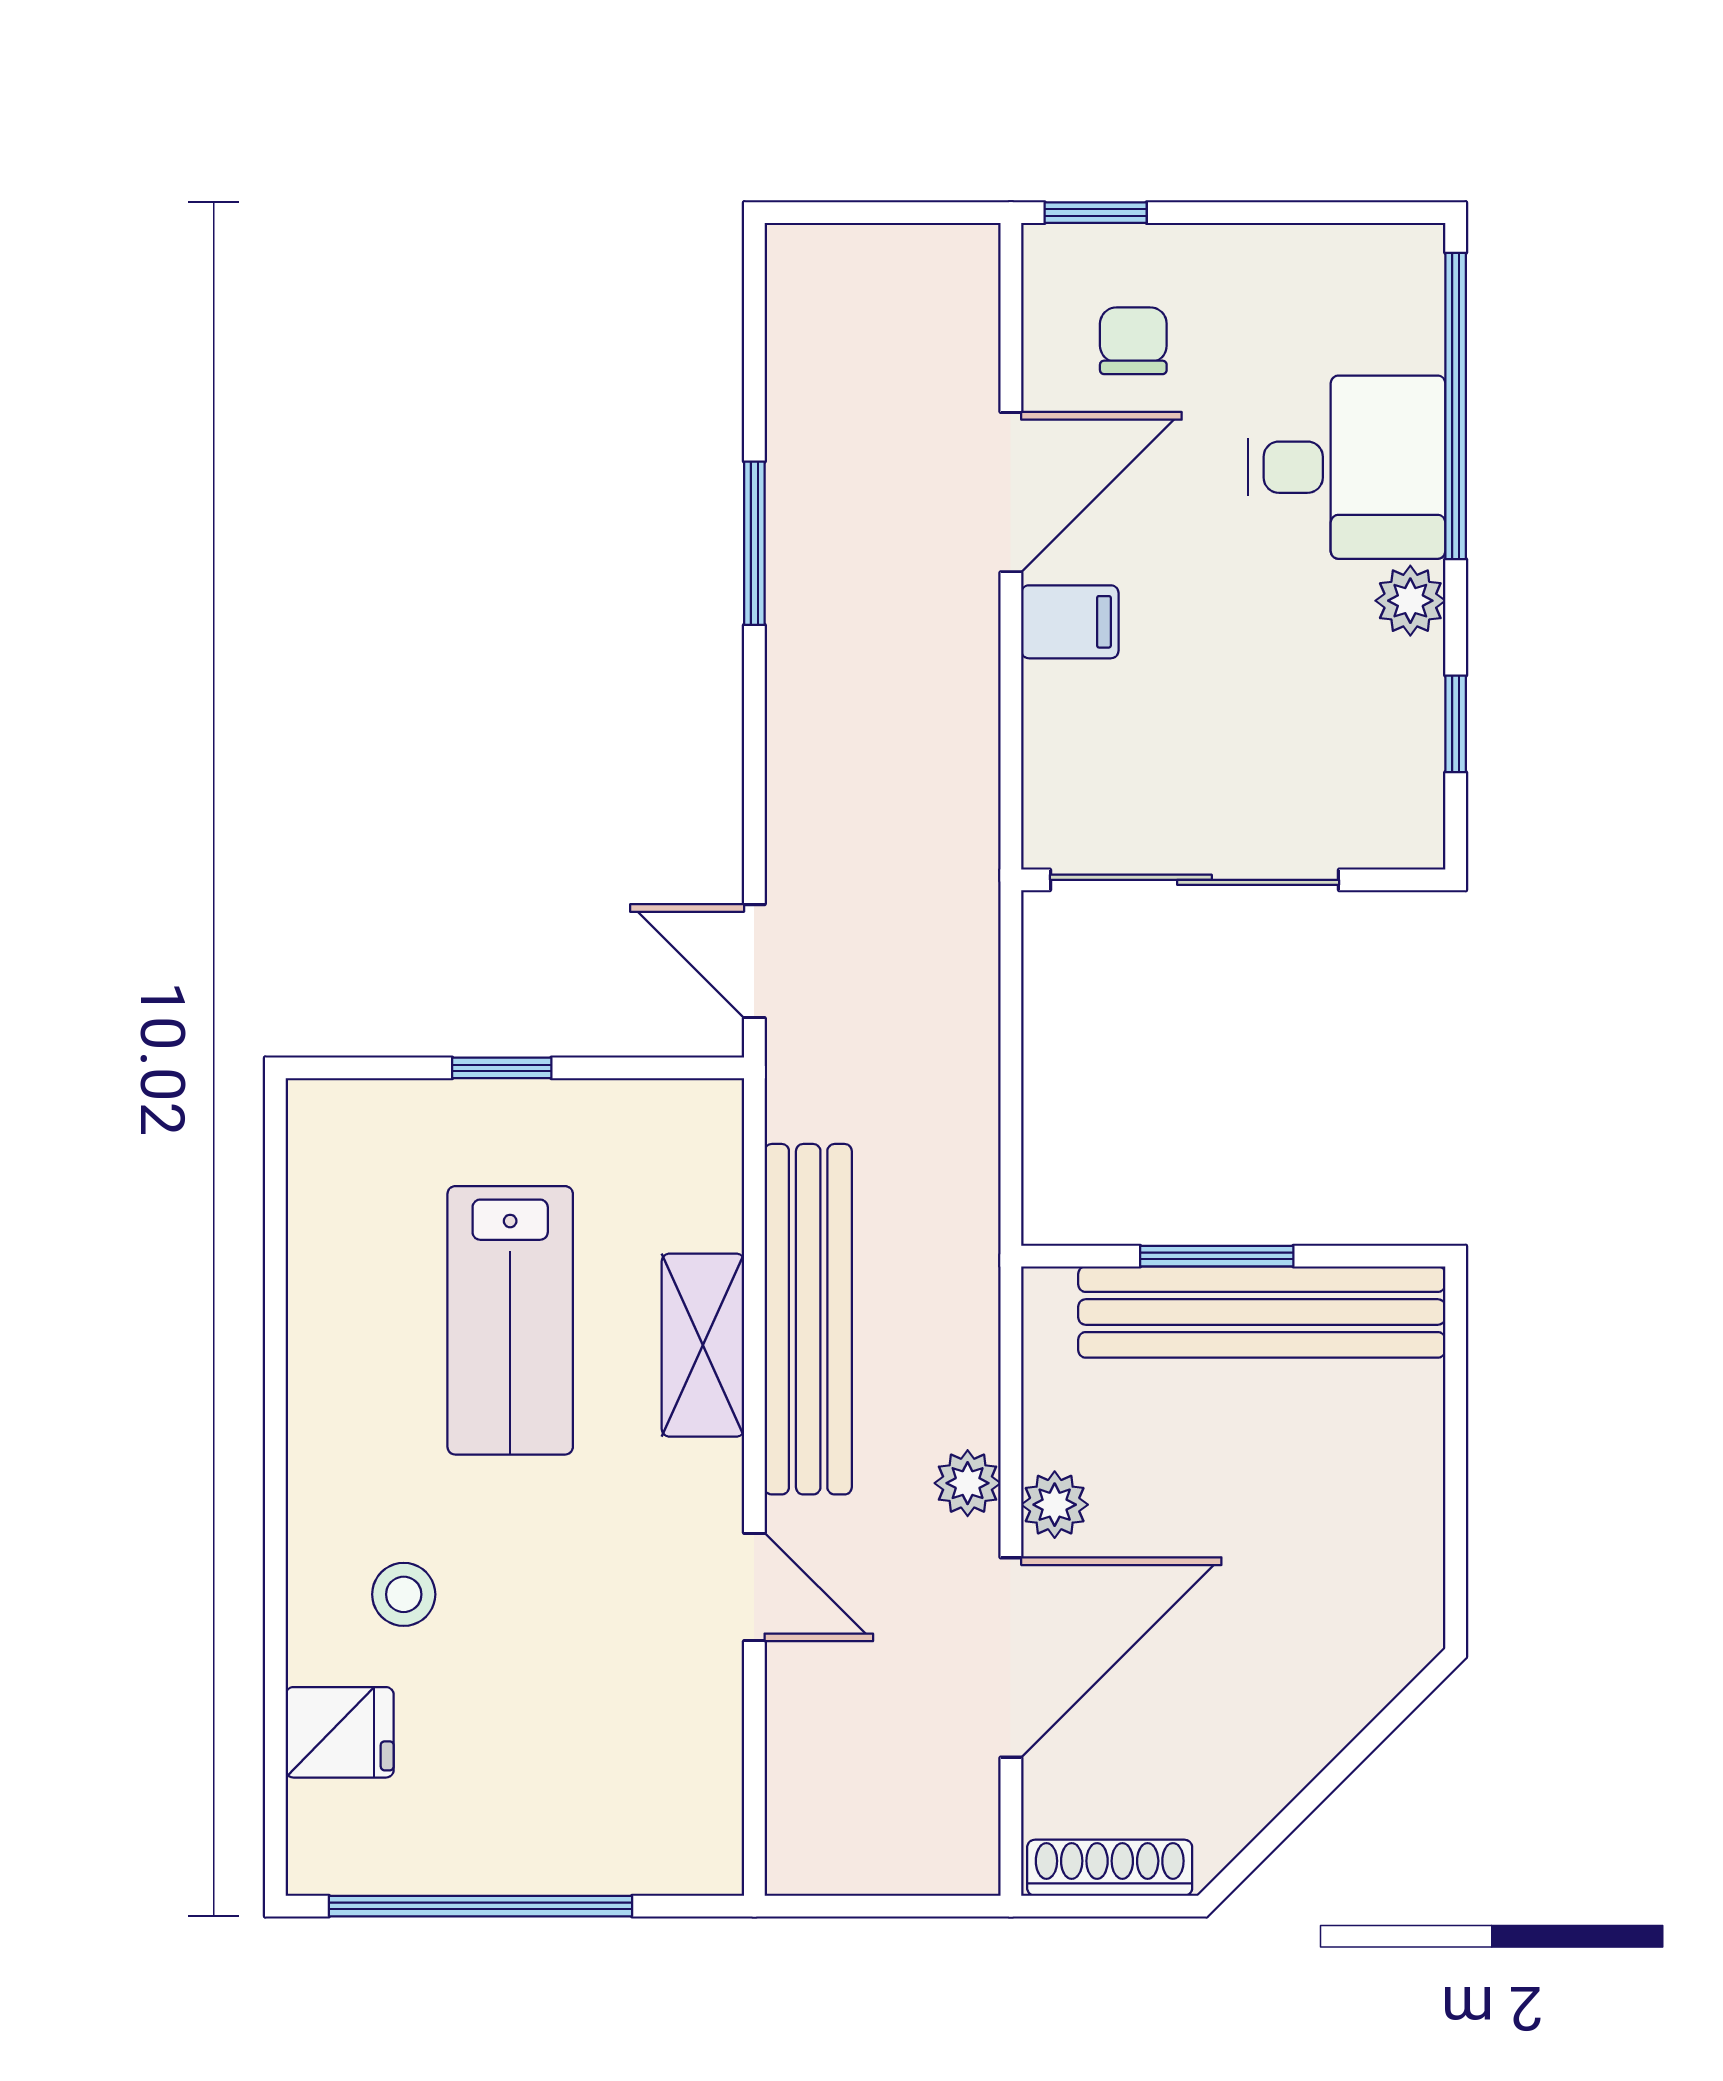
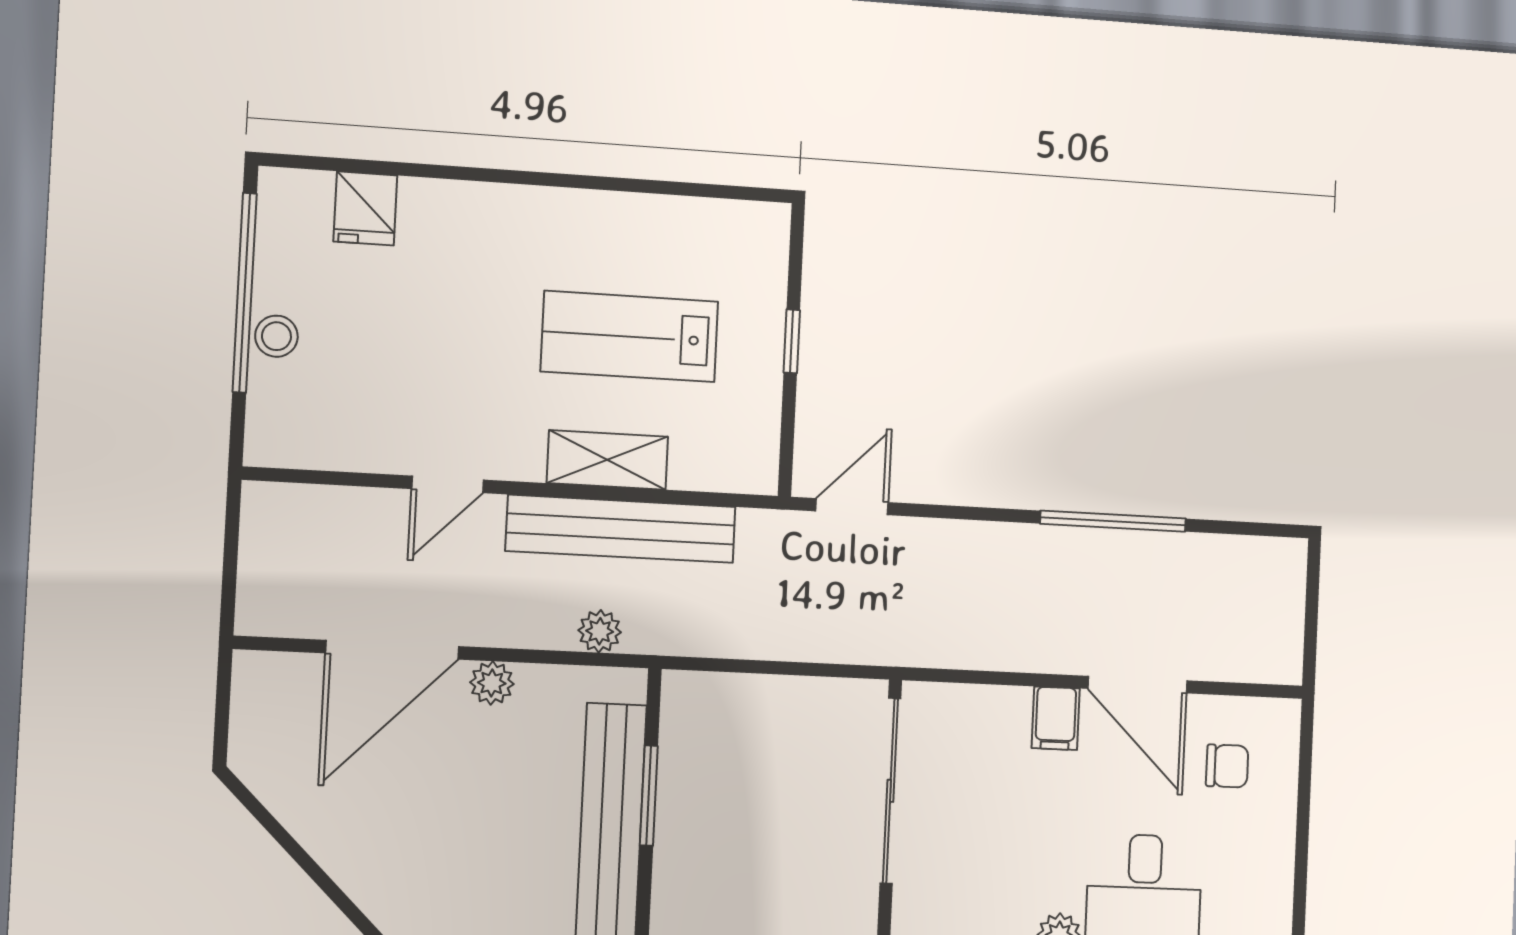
window: (1096, 213) -> (1306, 746), removed
window: (754, 543) -> (1113, 521), width x1.44
plant: (968, 1483) -> (600, 631), moved
stool: (404, 1594) -> (276, 336), moved
door: (1011, 1657) -> (392, 650), hinge flipped
shoe rack: (1110, 1868) -> (248, 708), removed

